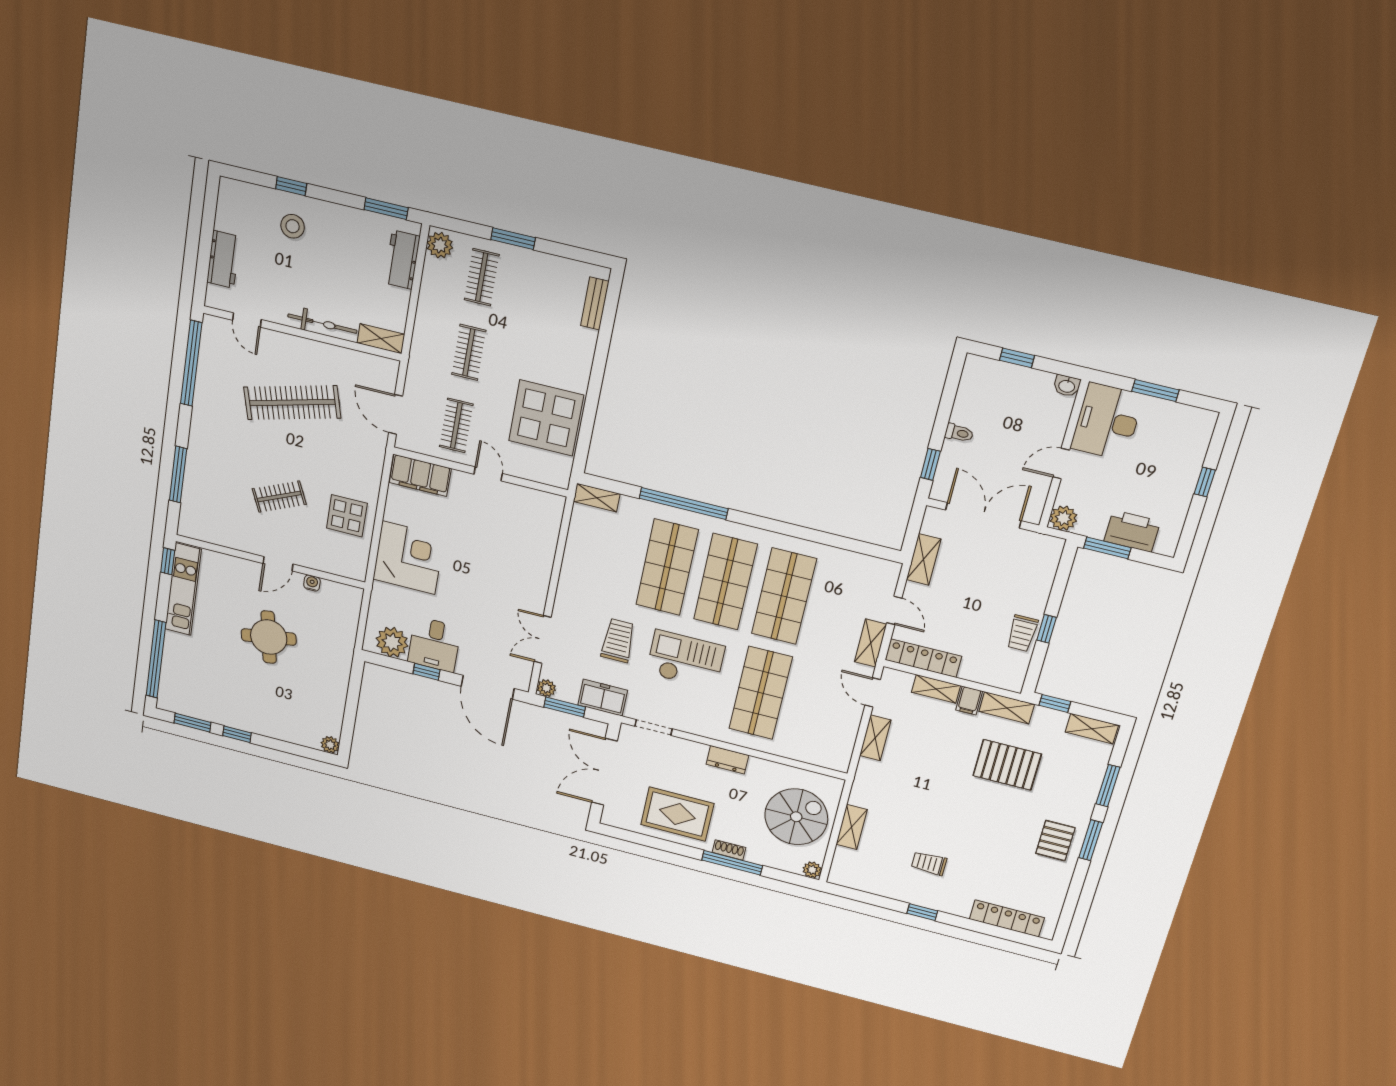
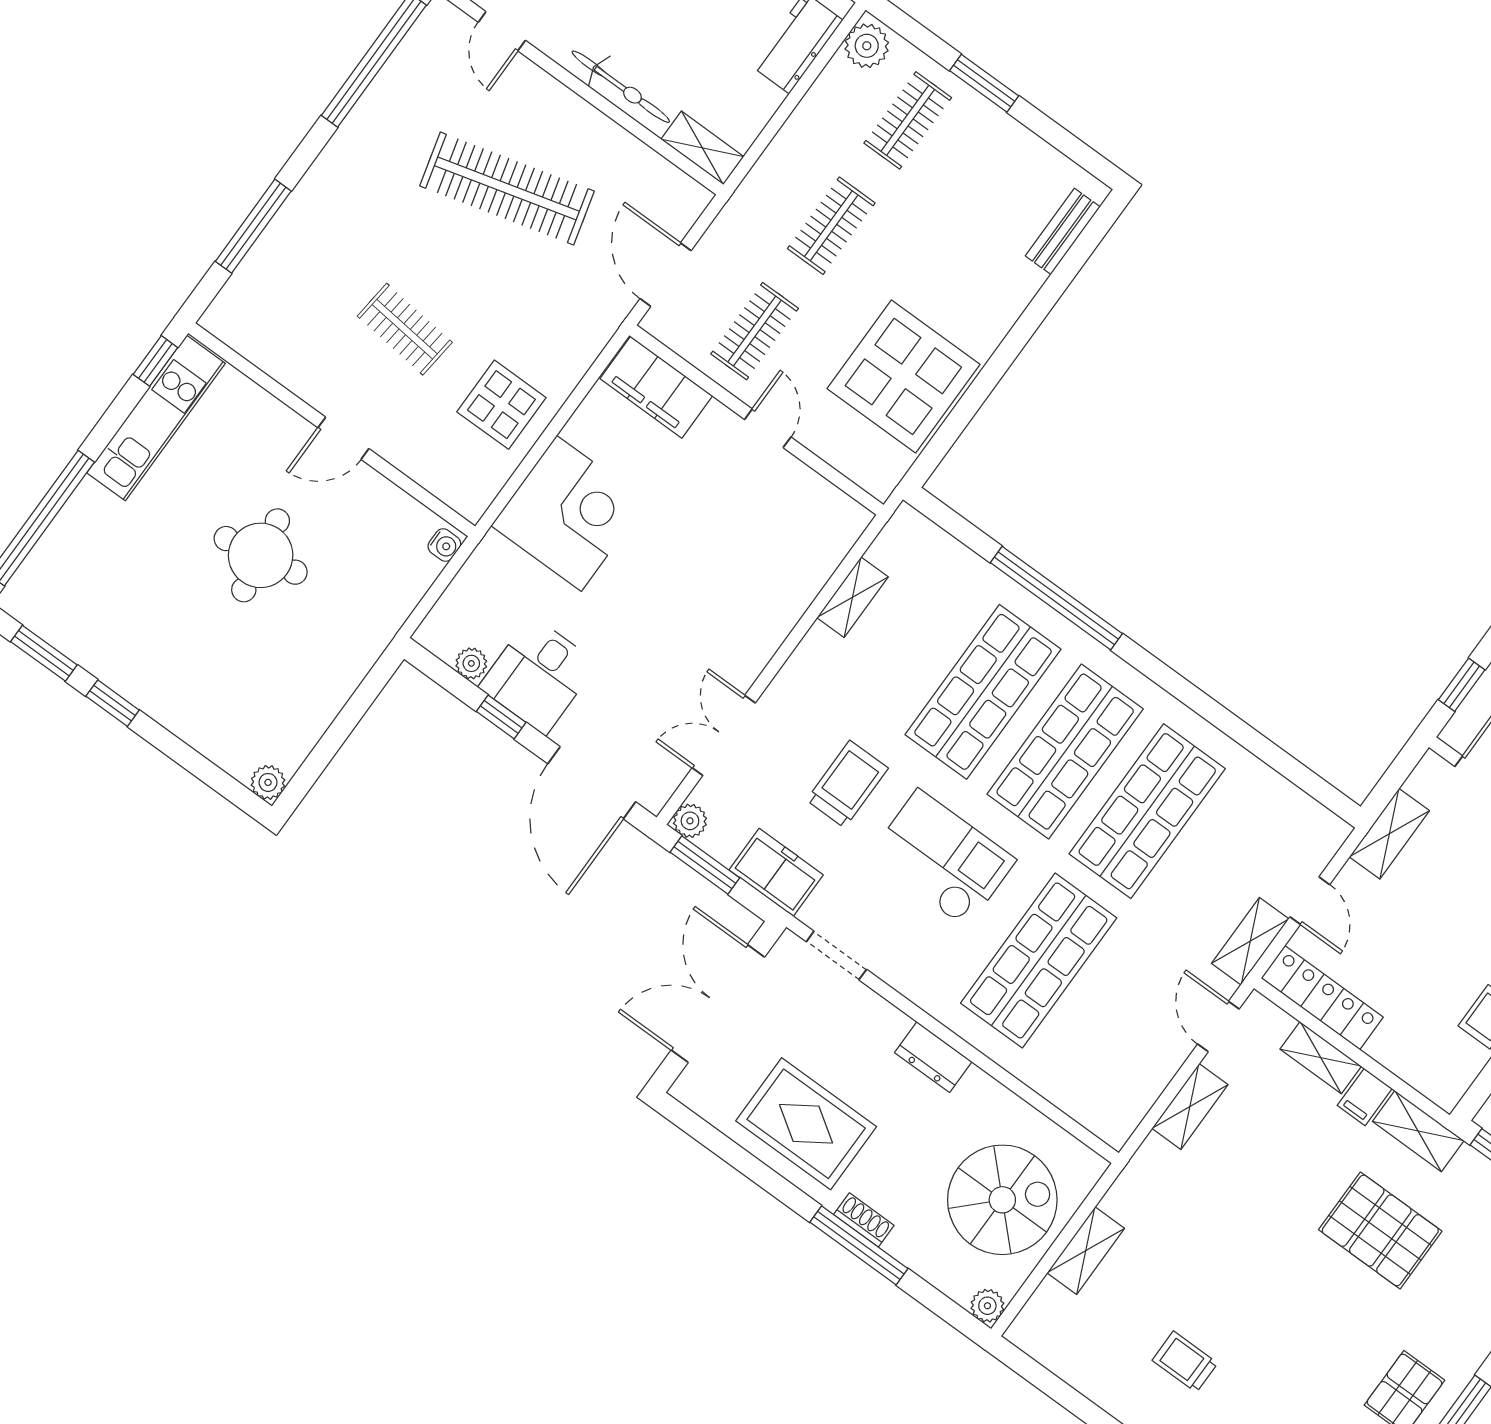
clothes rail: (279, 497) -> (405, 329), turned 30
shelving: (597, 498) -> (852, 597), moved, turned 90
water cooler: (312, 583) -> (444, 545), moved, turned 90
plant: (392, 642) -> (471, 663), width x0.53, depth x0.53

